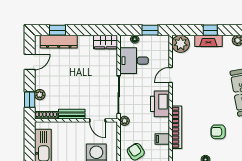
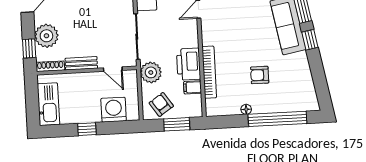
plant: (40, 95) -> (46, 36), width x1.87, depth x1.87
printer: (160, 104) -> (189, 64), moved
plant: (125, 121) -> (151, 72), width x1.87, depth x1.87

